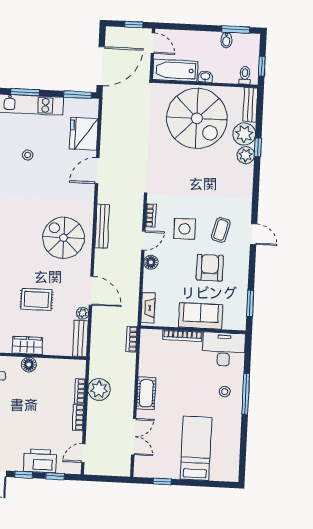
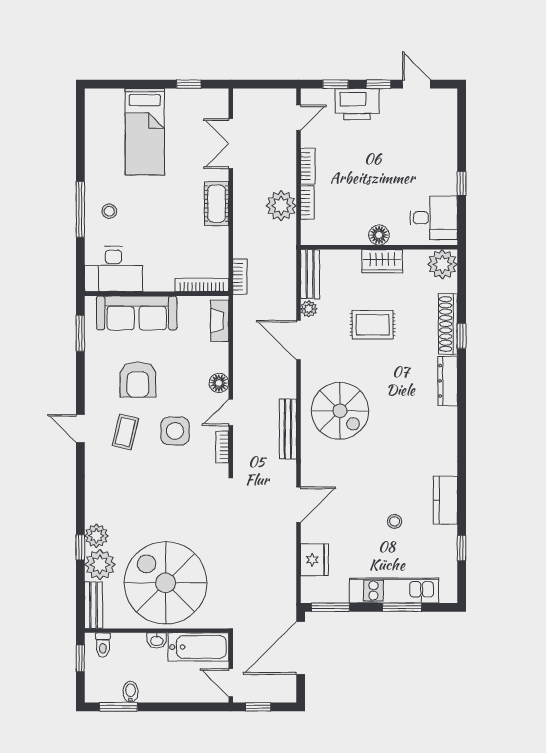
fridge: (84, 134) -> (314, 560), width x0.73, depth x0.75
sofa: (201, 316) -> (137, 313), width x1.36
bookcase: (182, 336) -> (202, 285), moved

